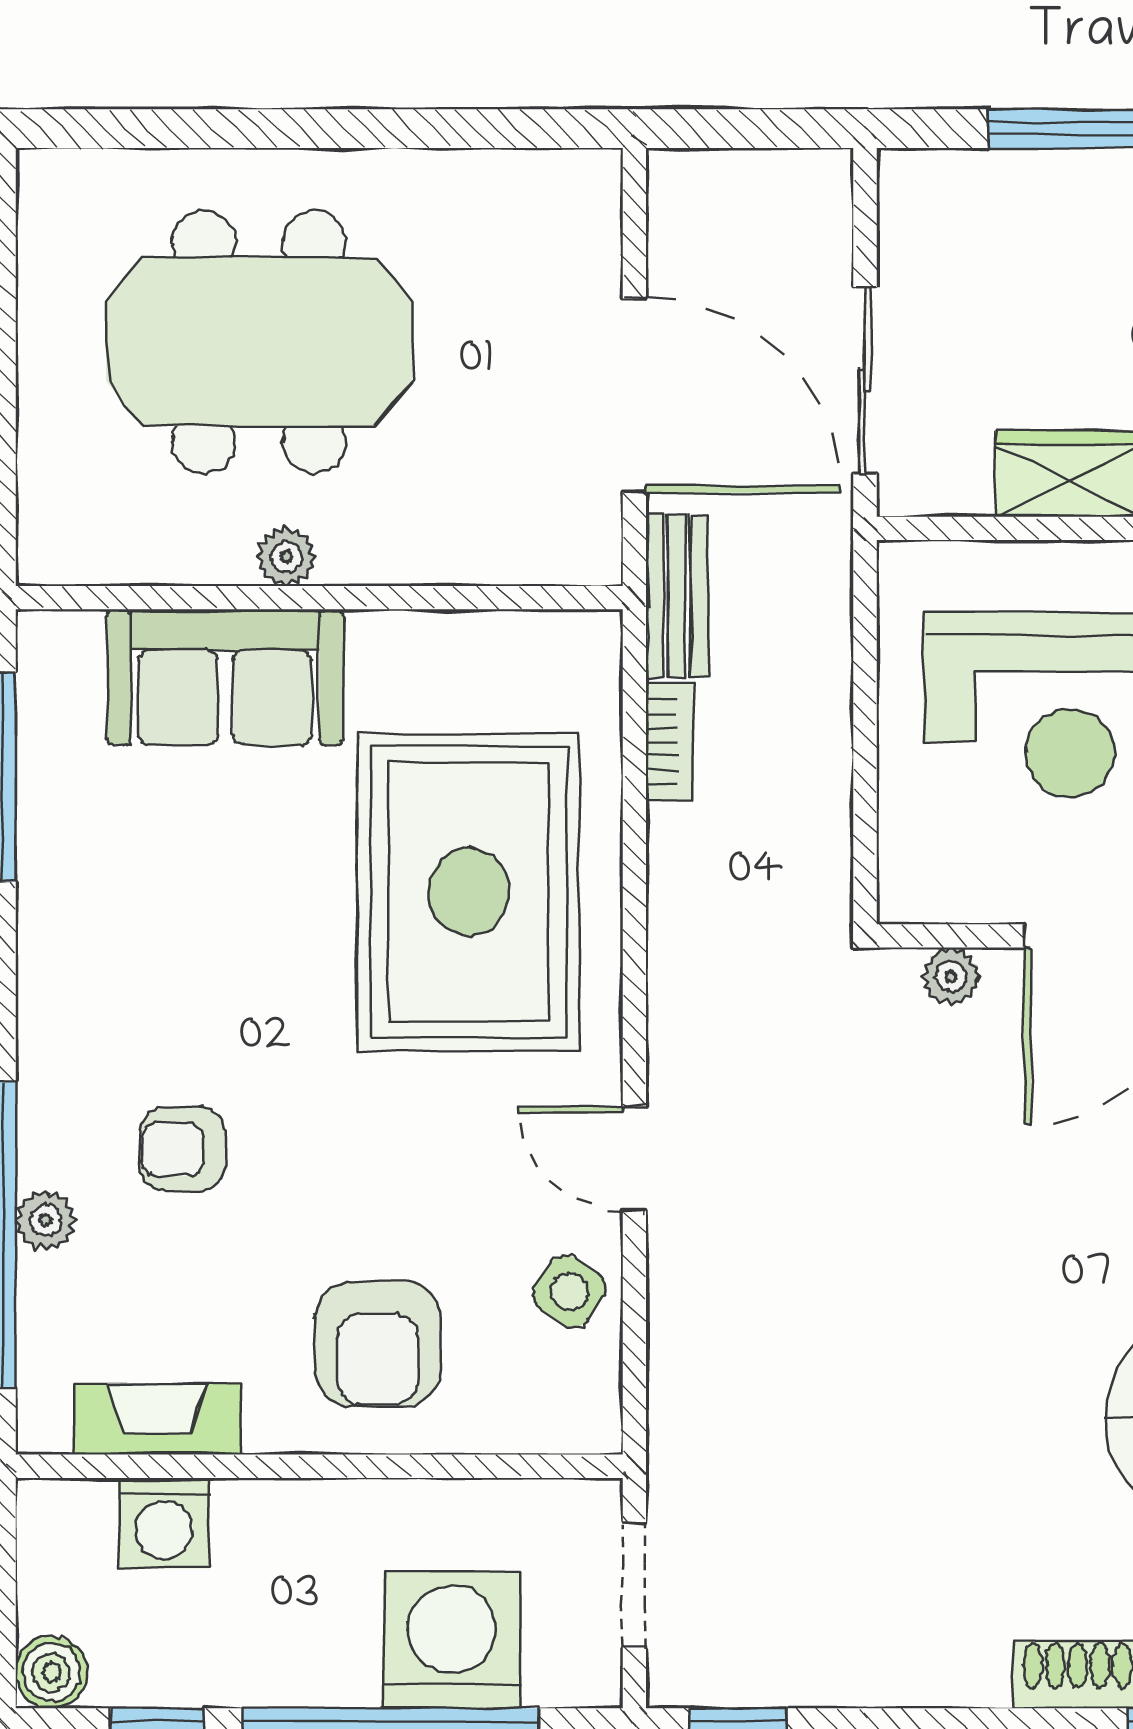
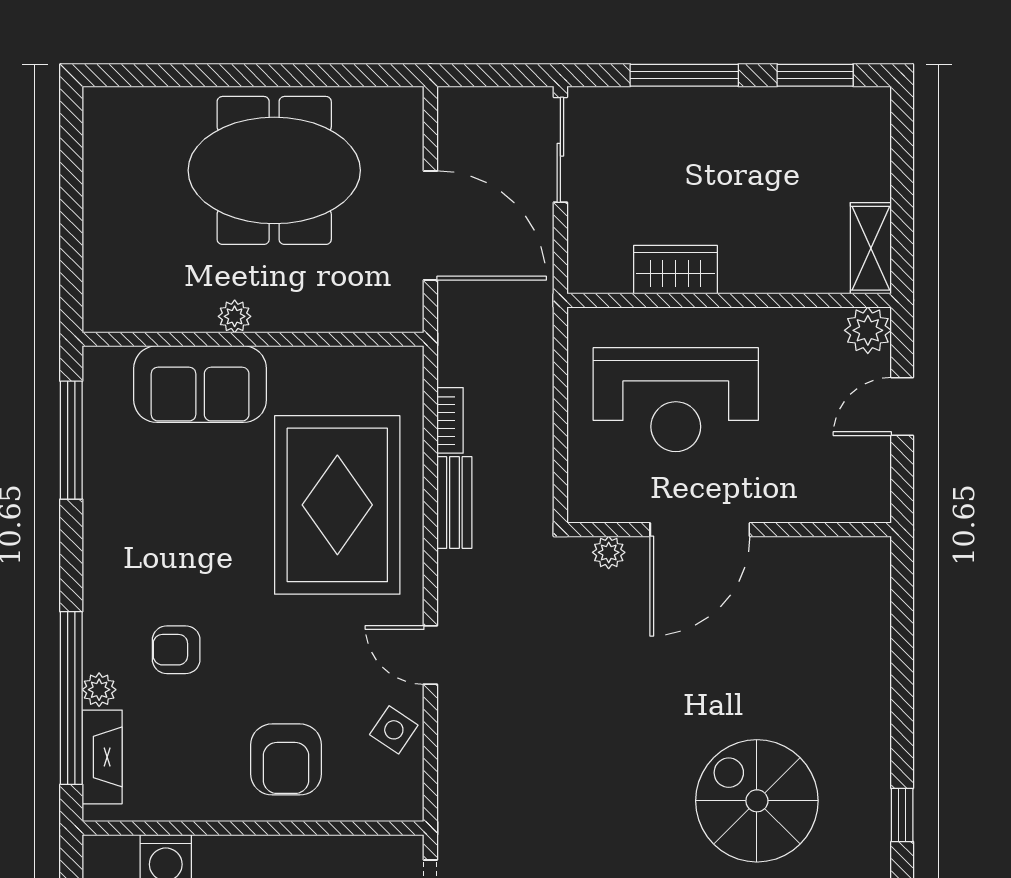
meeting table: (259, 342) -> (274, 170), moved
sliding door: (865, 380) -> (560, 150), moved
bench: (677, 596) -> (454, 502), moved
fireplace: (157, 1419) -> (102, 757), moved, turned 90

